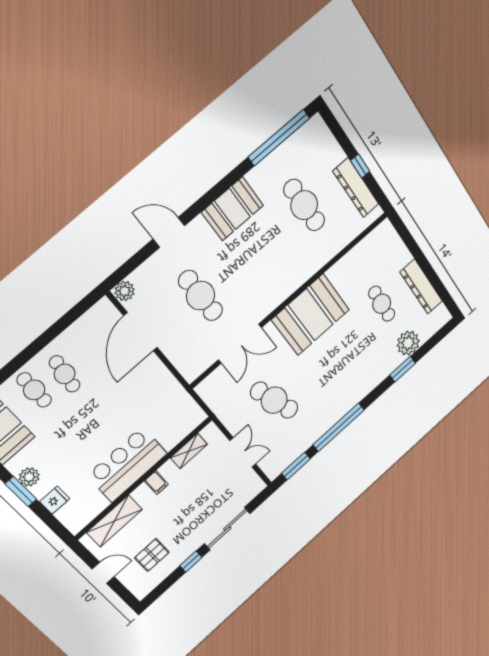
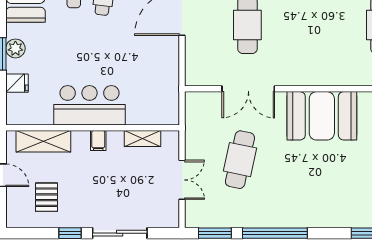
cafe table: (274, 400) -> (240, 160), turned 30
pallet: (152, 555) -> (47, 197), turned 90

